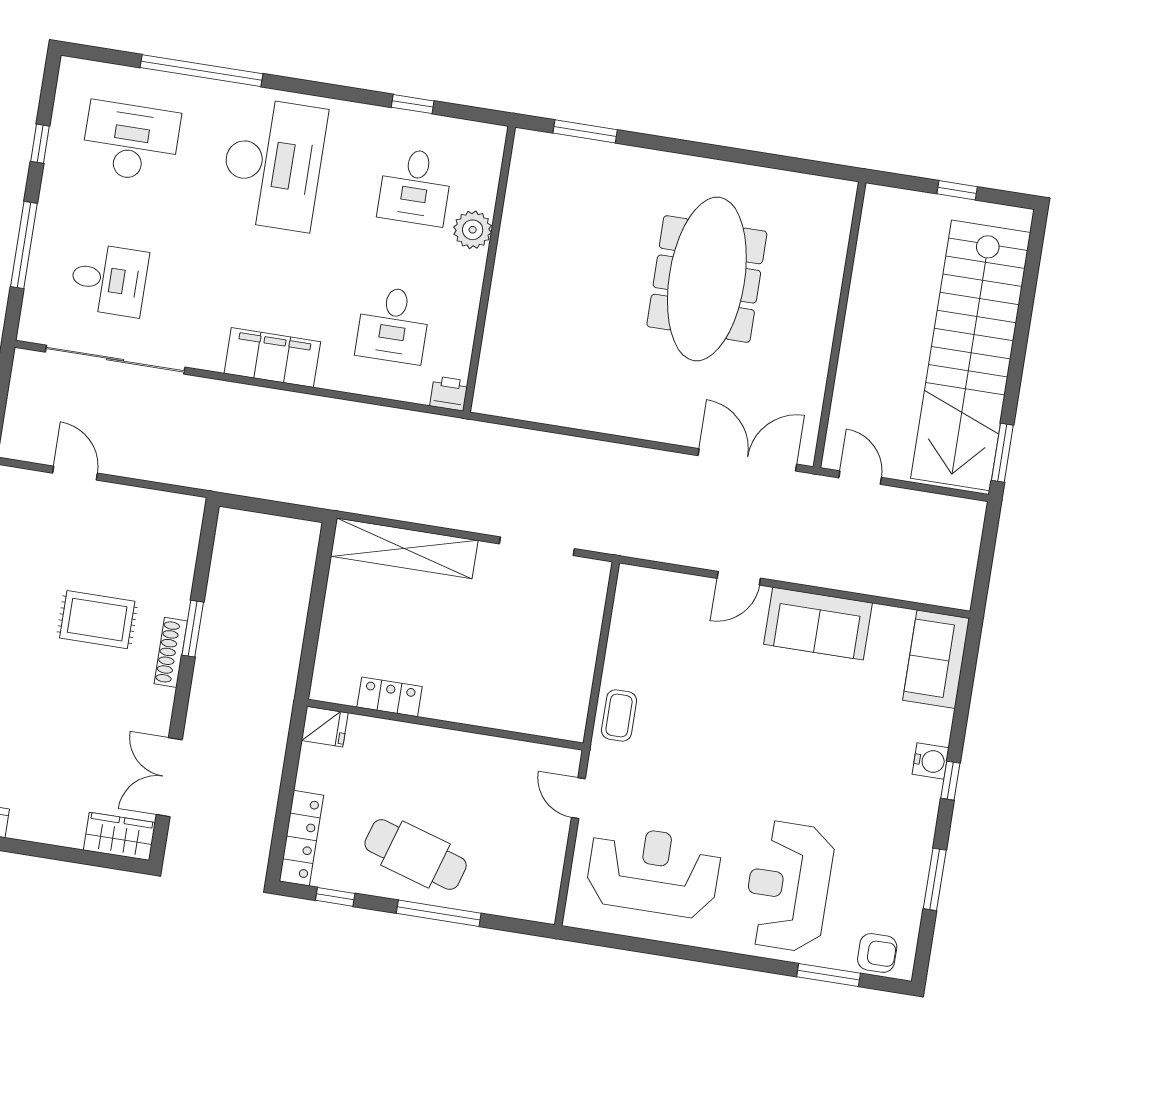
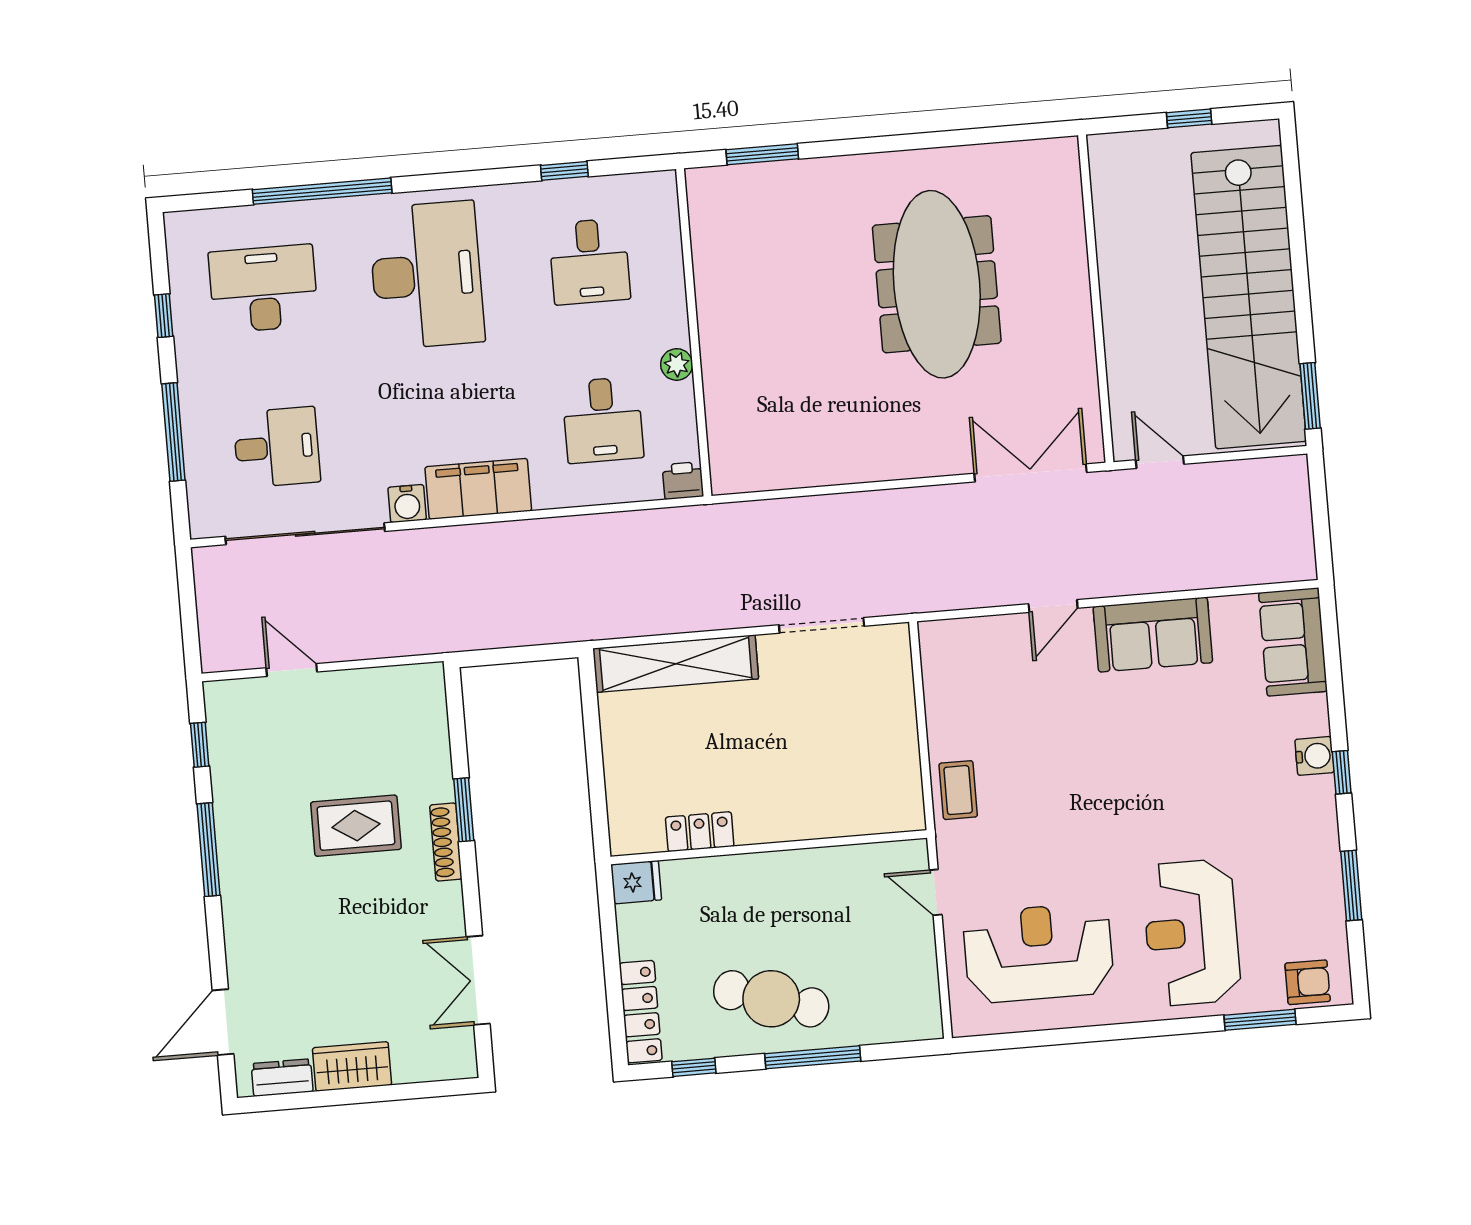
plant: (473, 230) -> (677, 364), moved, width x0.73, depth x0.73
water cooler: (208, 355) -> (407, 504), added
wardrobe: (119, 836) -> (352, 1066), moved

